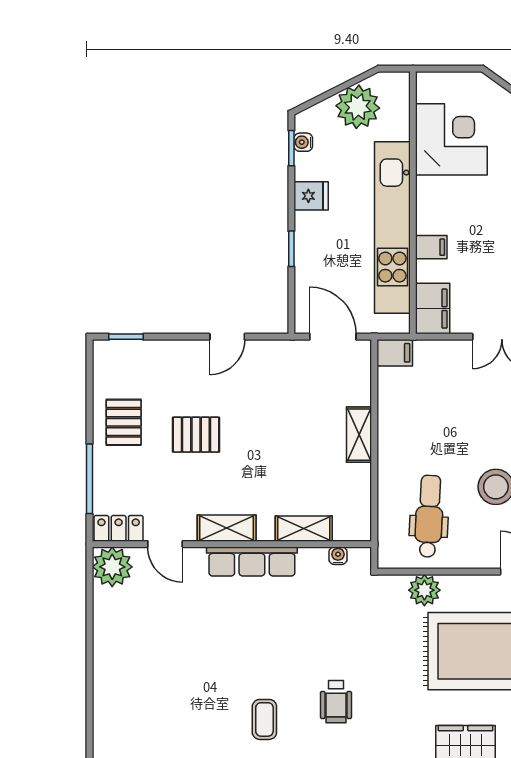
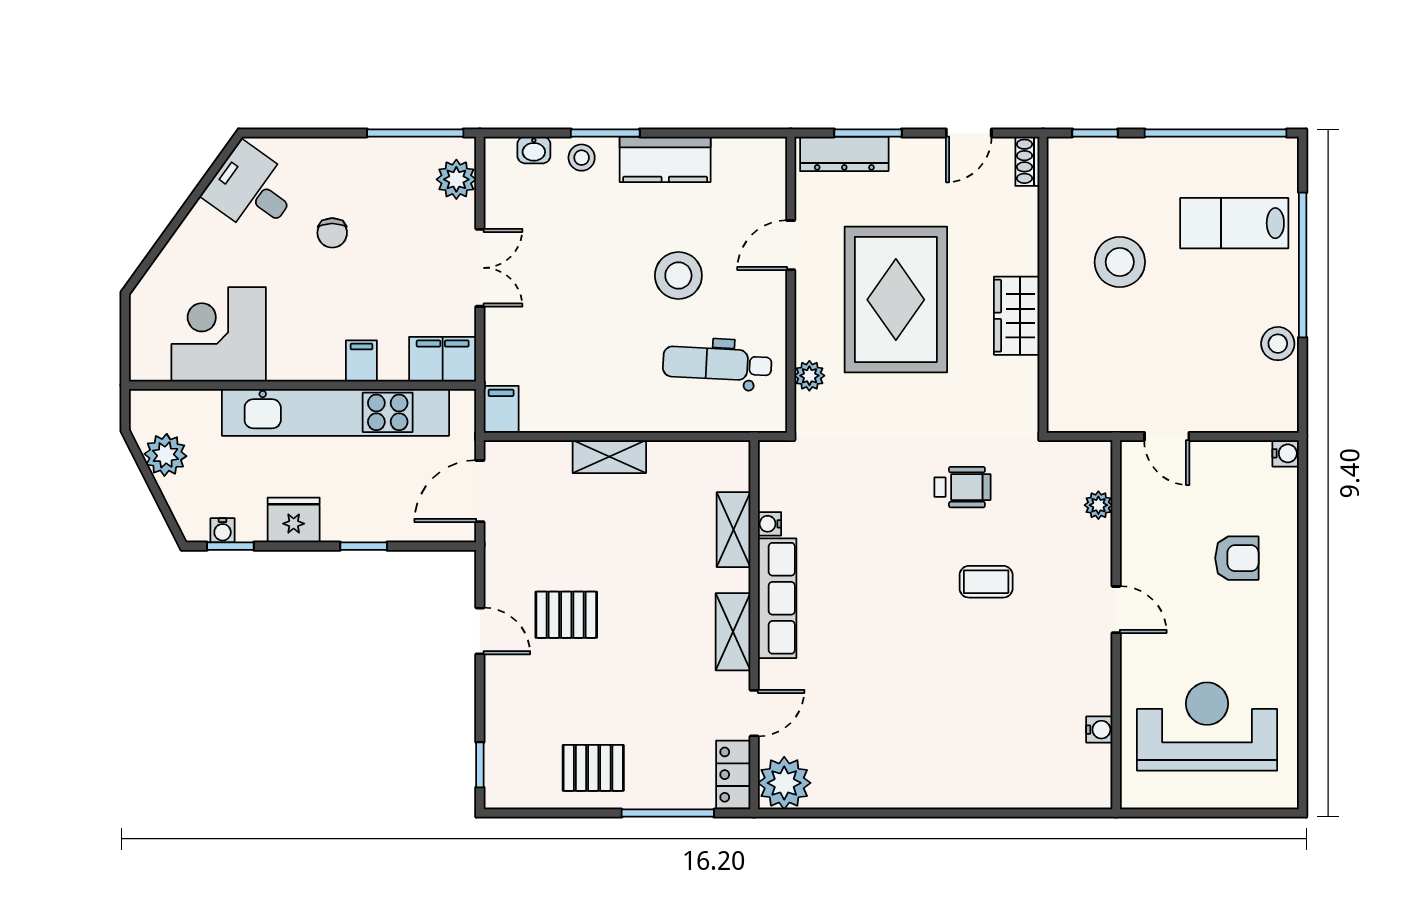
plant: (358, 107) -> (165, 455), width x0.73, depth x0.73
fridge: (311, 196) -> (294, 520), width x1.38
pallet: (196, 435) -> (566, 615), moved, turned 90
water cooler: (338, 556) -> (769, 524), moved
plant: (424, 590) -> (809, 376), width x0.73, depth x0.73

